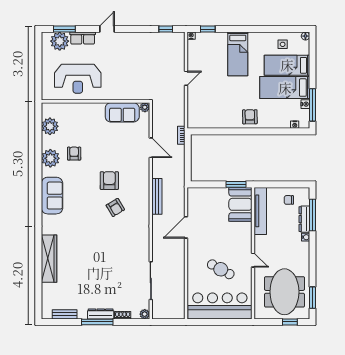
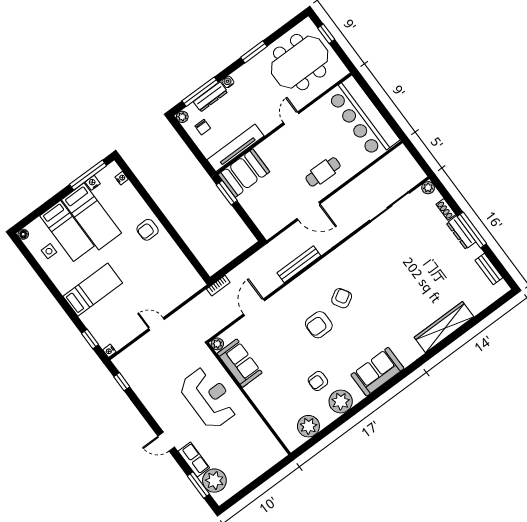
reception desk: (78, 79) -> (209, 398), moved
plant: (305, 192) -> (182, 117), added
cafe table: (221, 269) -> (323, 172), moved, turned 62
window: (312, 298) -> (254, 52), moved

